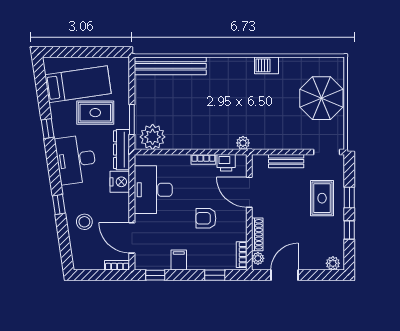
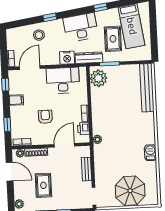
rug: (322, 198) -> (43, 185), moved, turned 90

